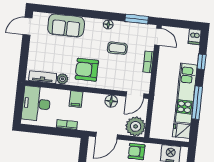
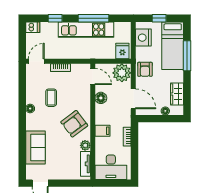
window: (137, 19) -> (22, 83), removed
armchair: (87, 70) -> (74, 124), turned 53
fridge: (182, 131) -> (122, 51), moved, turned 180

